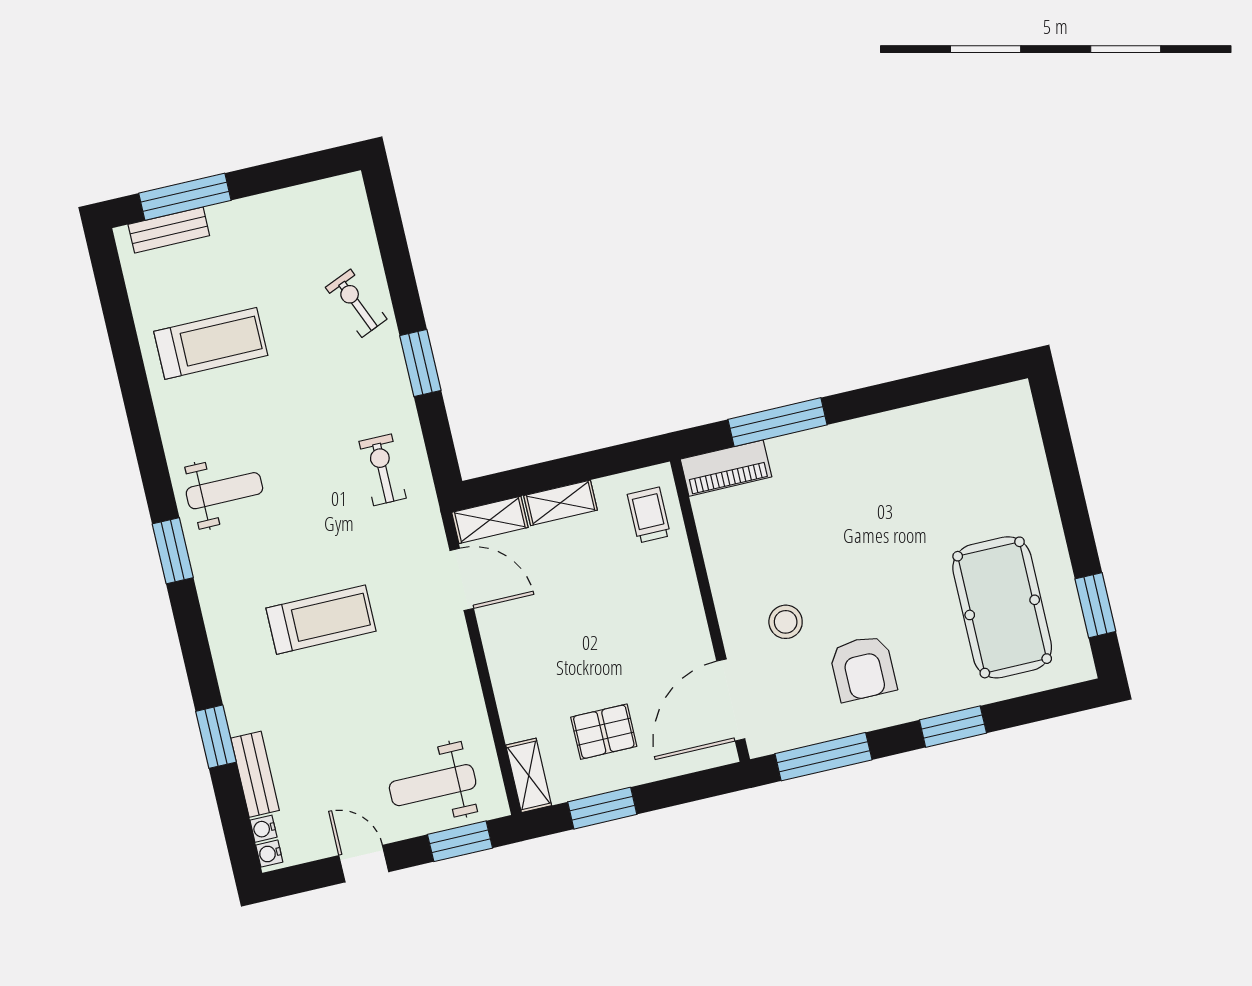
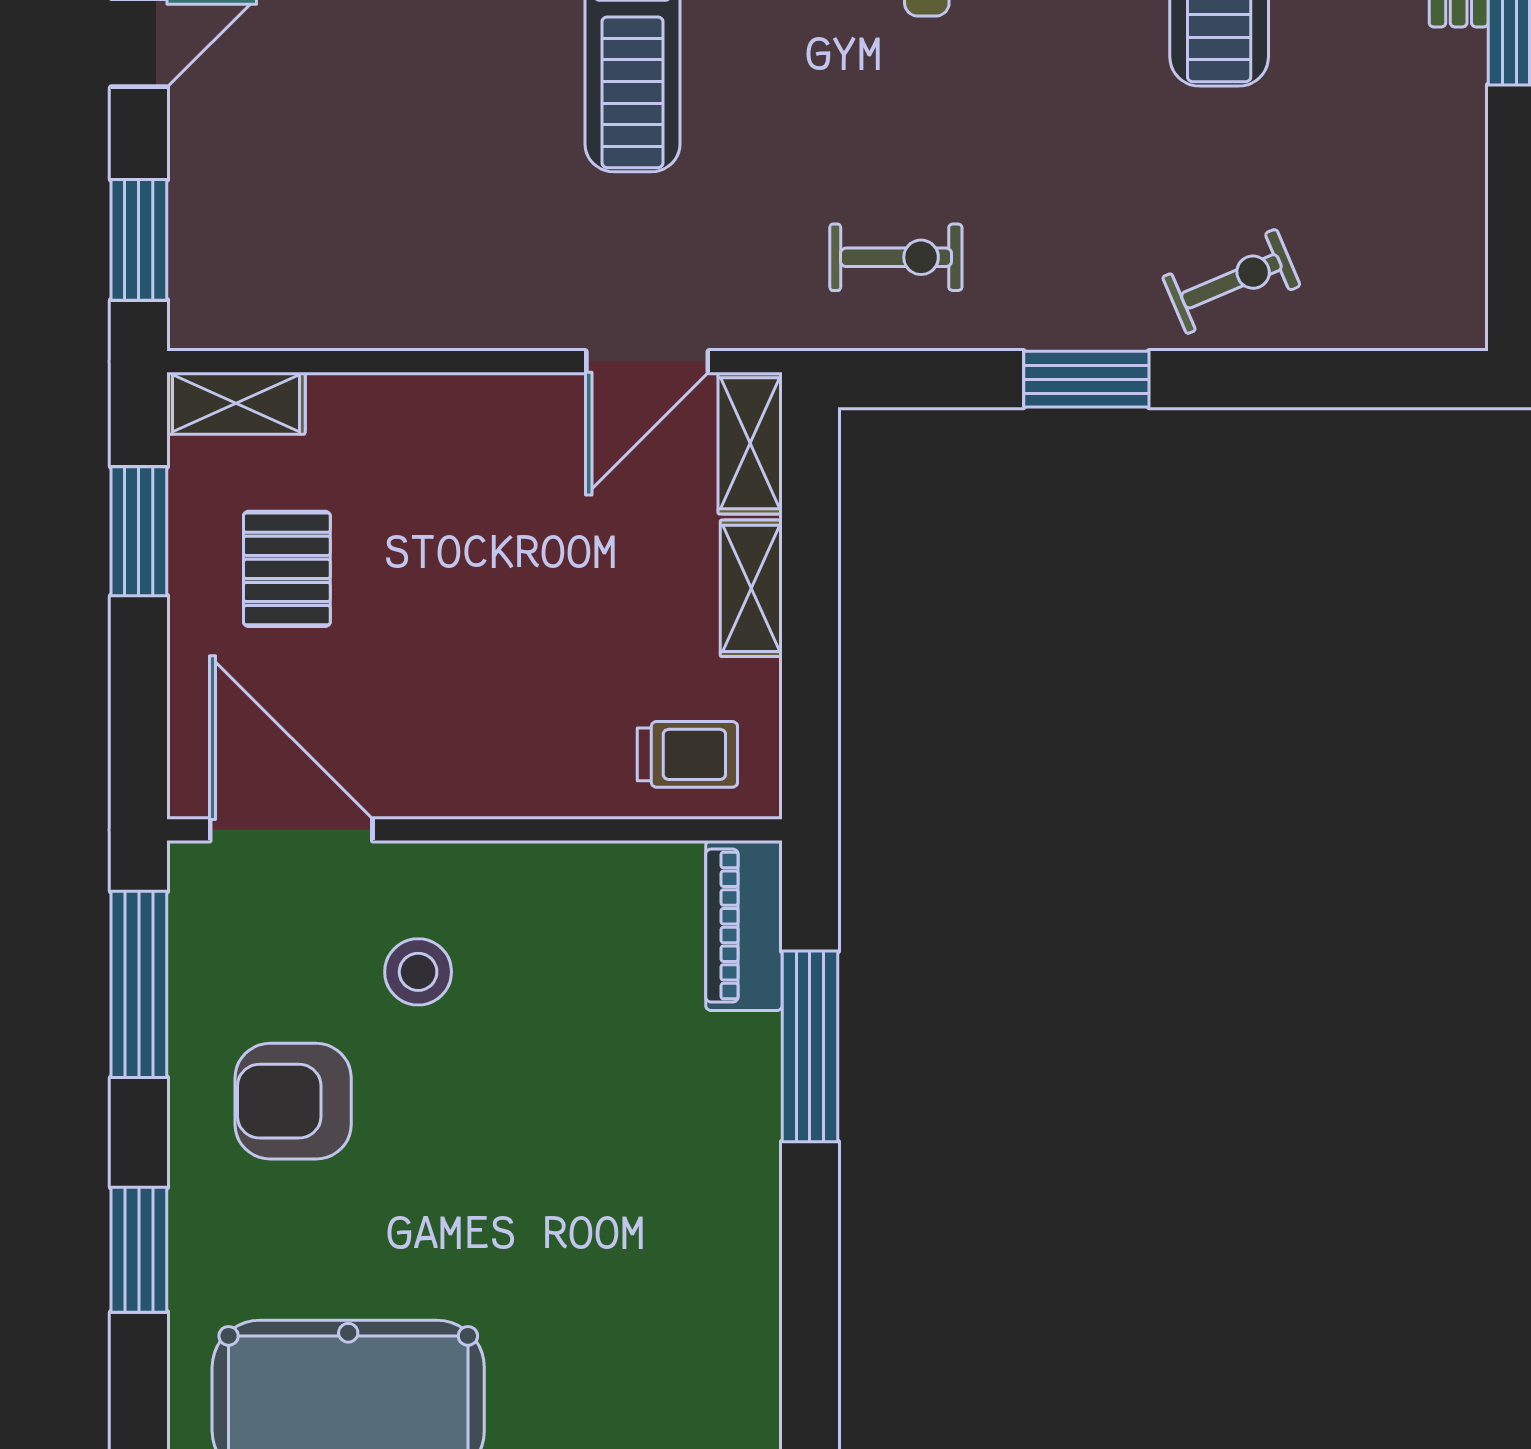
weight bench: (433, 785) -> (261, 212), removed

